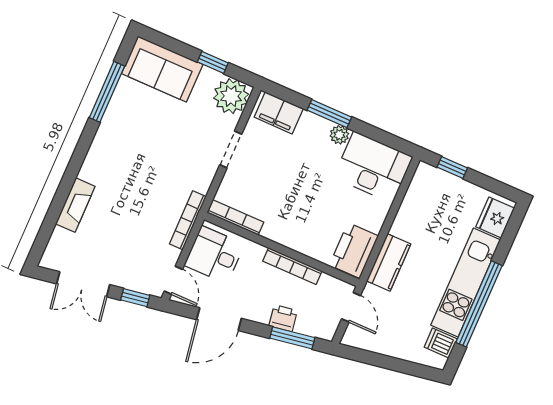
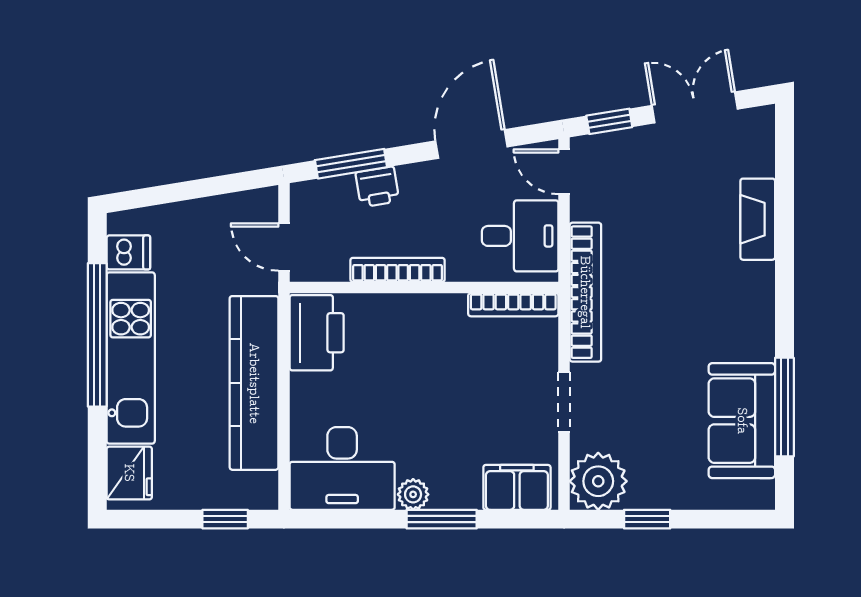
sofa: (162, 69) -> (742, 421), moved, turned -90
bookcase: (188, 220) -> (585, 292), width x1.48, depth x1.31
kitchen counter: (389, 262) -> (254, 383), width x2.08, depth x1.17

